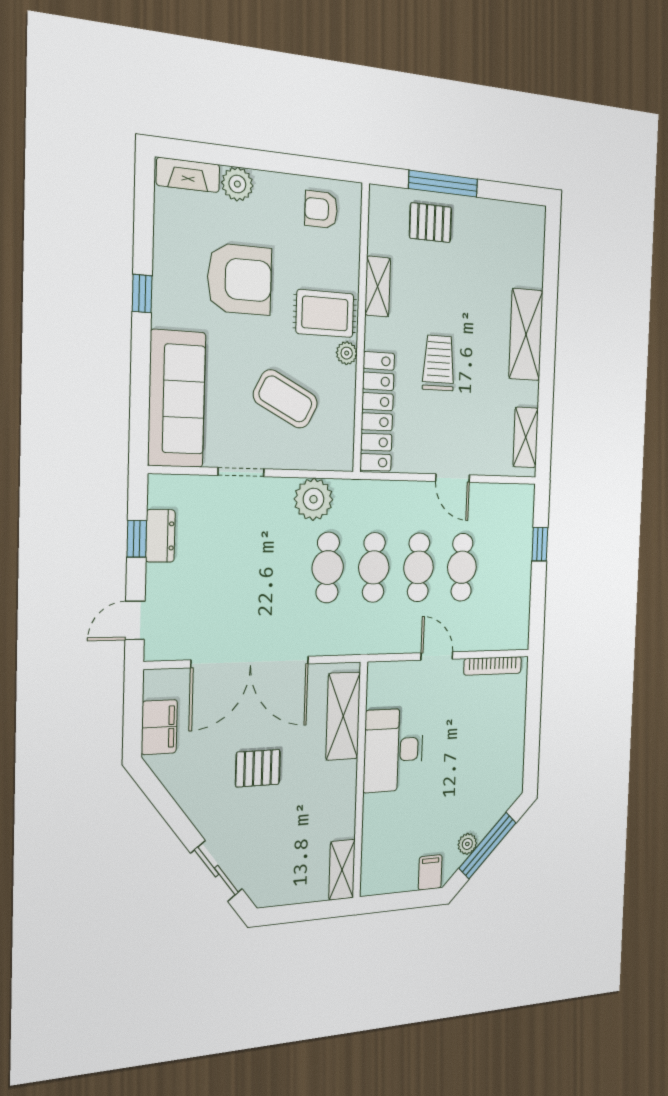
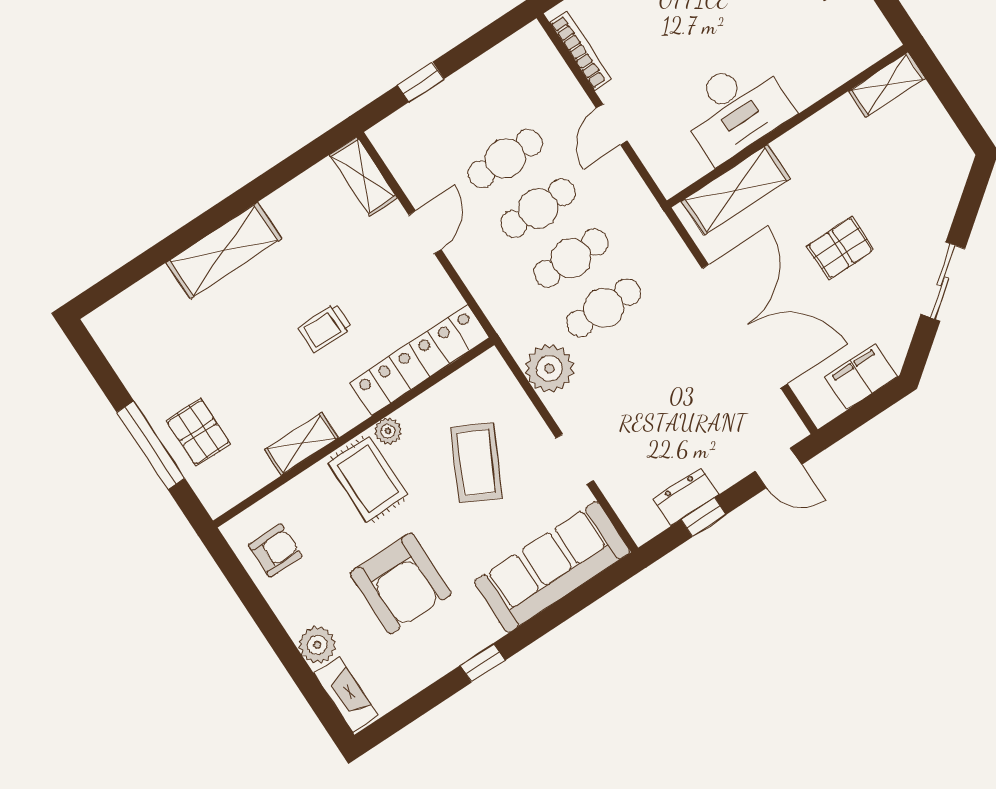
armchair: (321, 209) -> (275, 550), turned -90
armchair: (239, 279) -> (401, 583), turned 180
trolley: (439, 363) -> (325, 328), width x0.73, depth x0.72
shelving: (526, 437) -> (363, 176), moved, turned 90
pallet: (258, 768) -> (840, 248), turned 90
sliding door: (217, 871) -> (943, 281), moved

